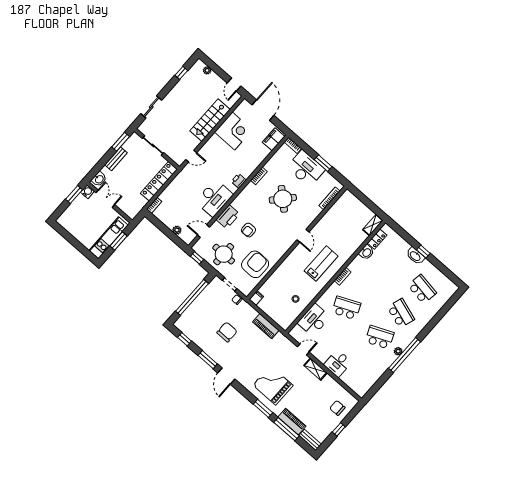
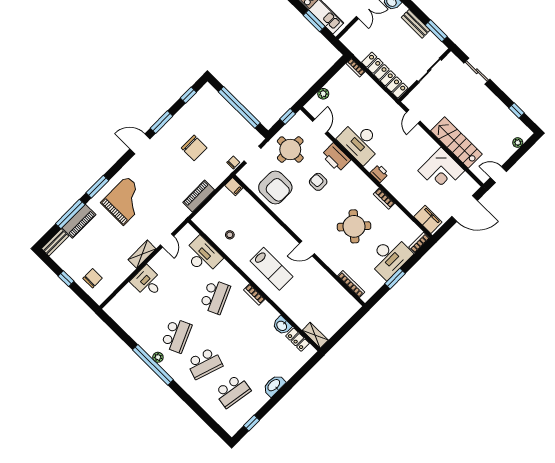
window: (423, 252) -> (252, 423), moved

